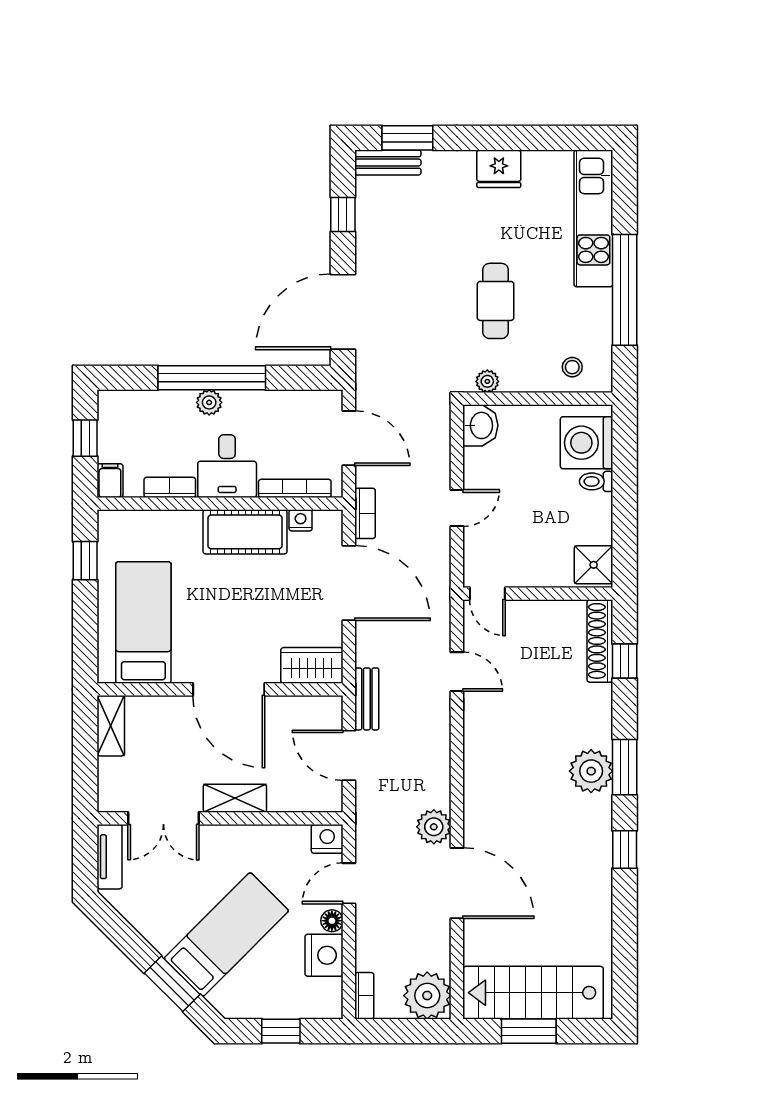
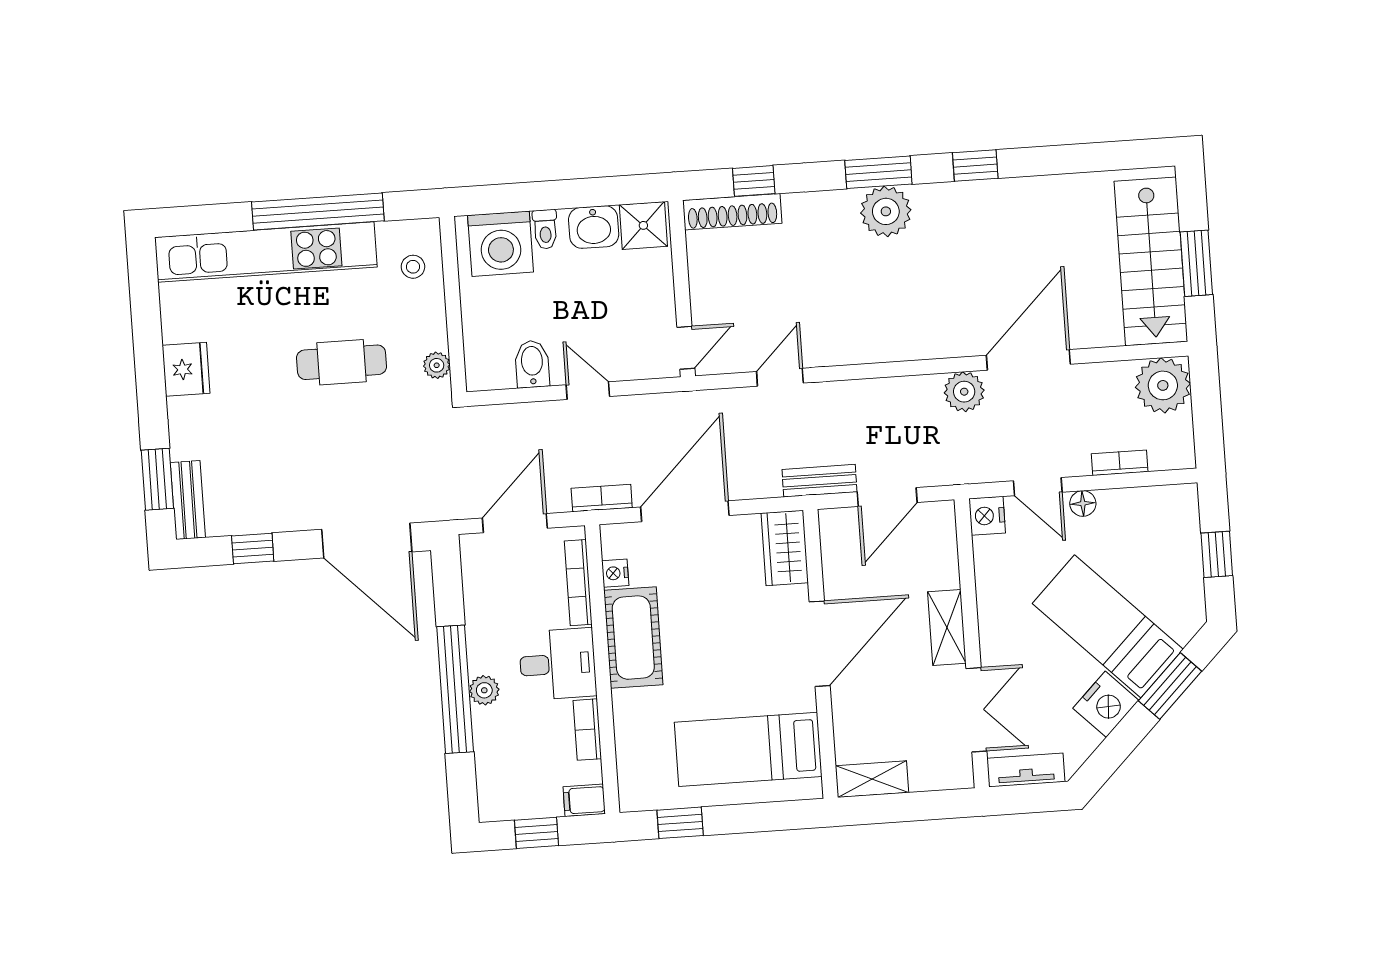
kitchen unit: (593, 218) -> (266, 252), width x1.36
washbasin: (480, 425) -> (594, 227), moved, turned 180
bidet: (483, 462) -> (532, 364), added
nightstand: (324, 955) -> (1106, 704), moved, turned 135
bookcase: (364, 996) -> (1120, 463), moved

